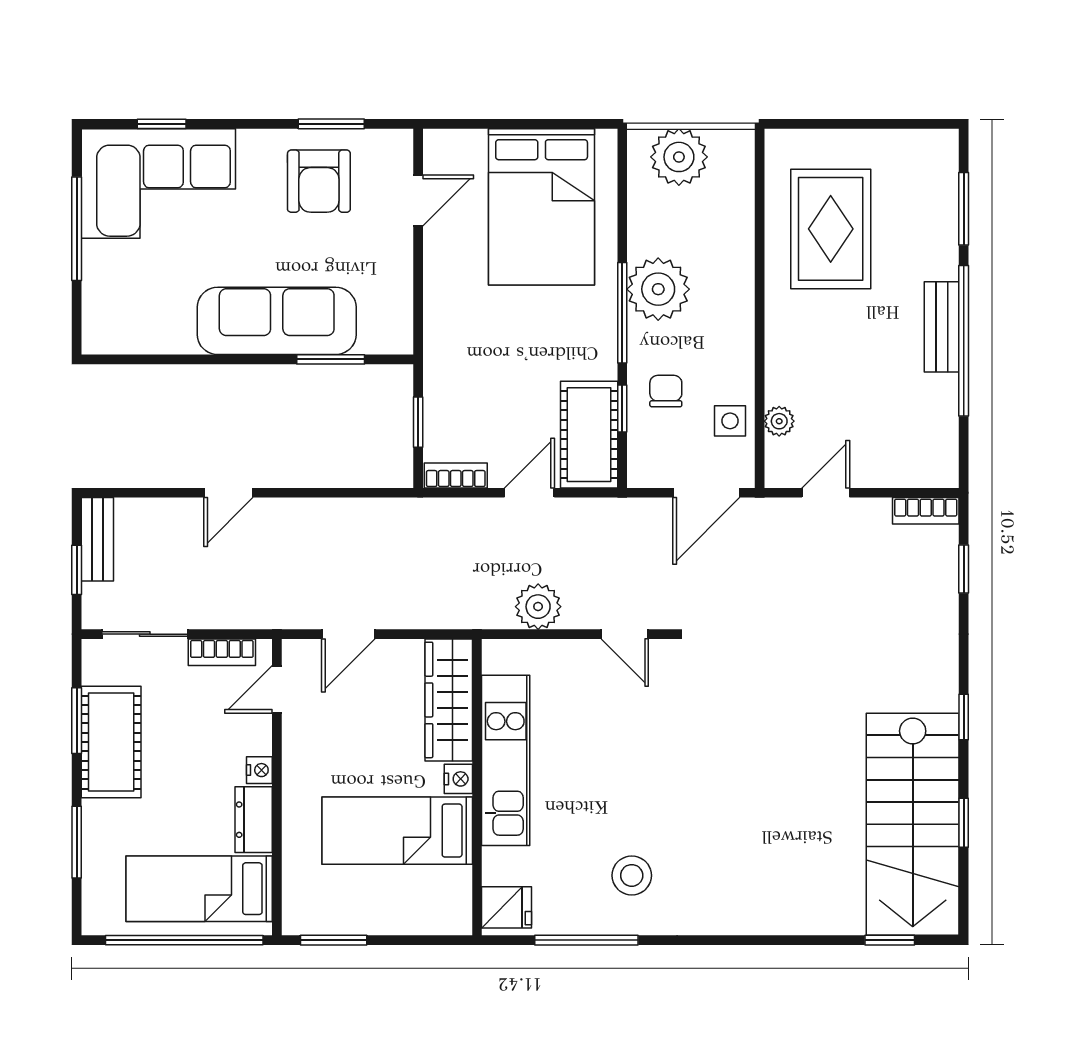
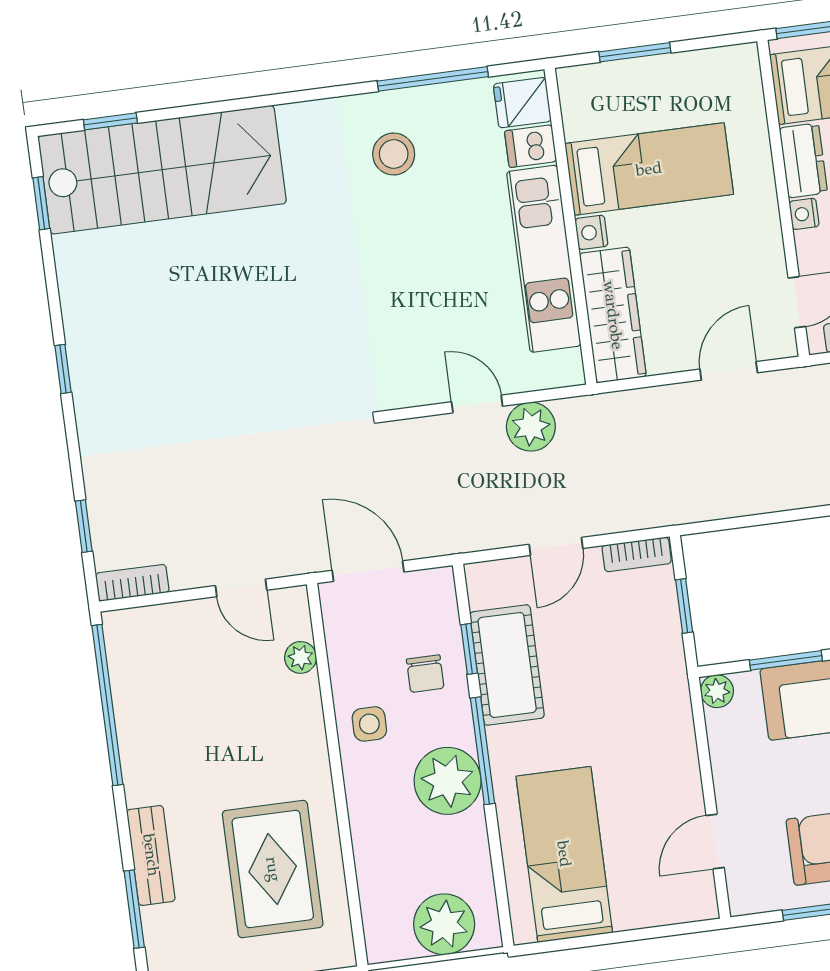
bed: (542, 207) -> (564, 854), width x0.67
bench: (942, 327) -> (151, 855), moved
plant: (398, 339) -> (717, 691), added
window: (964, 341) -> (107, 705), moved
side table: (730, 421) -> (369, 724), moved
cot: (589, 435) -> (507, 665), moved
door: (706, 493) -> (368, 571), hinge flipped
door: (826, 493) -> (241, 588), hinge flipped
door: (625, 634) -> (477, 404), moved
window: (964, 823) -> (41, 203), moved
stairs: (913, 824) -> (162, 170), moved, turned 90
dishwasher: (504, 866) -> (531, 146), added
window: (334, 940) -> (635, 52), moved

